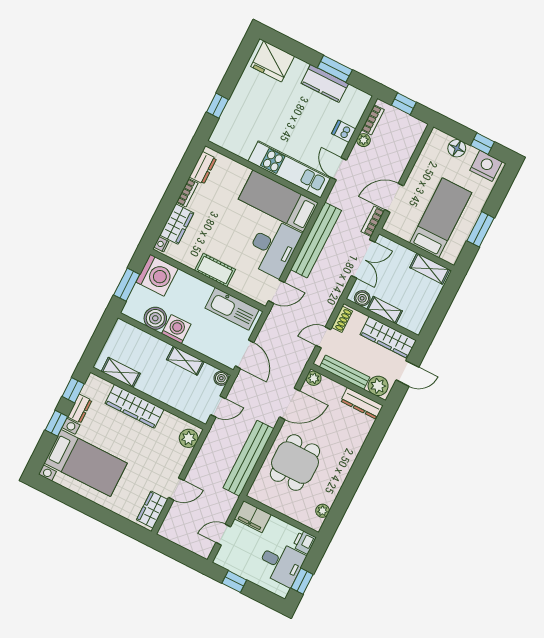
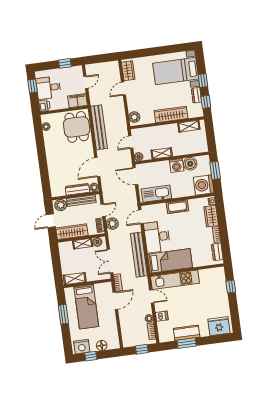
plant: (323, 310) -> (112, 224), added
dresser: (362, 403) -> (77, 189), moved
dining table: (295, 463) -> (77, 127), moved

